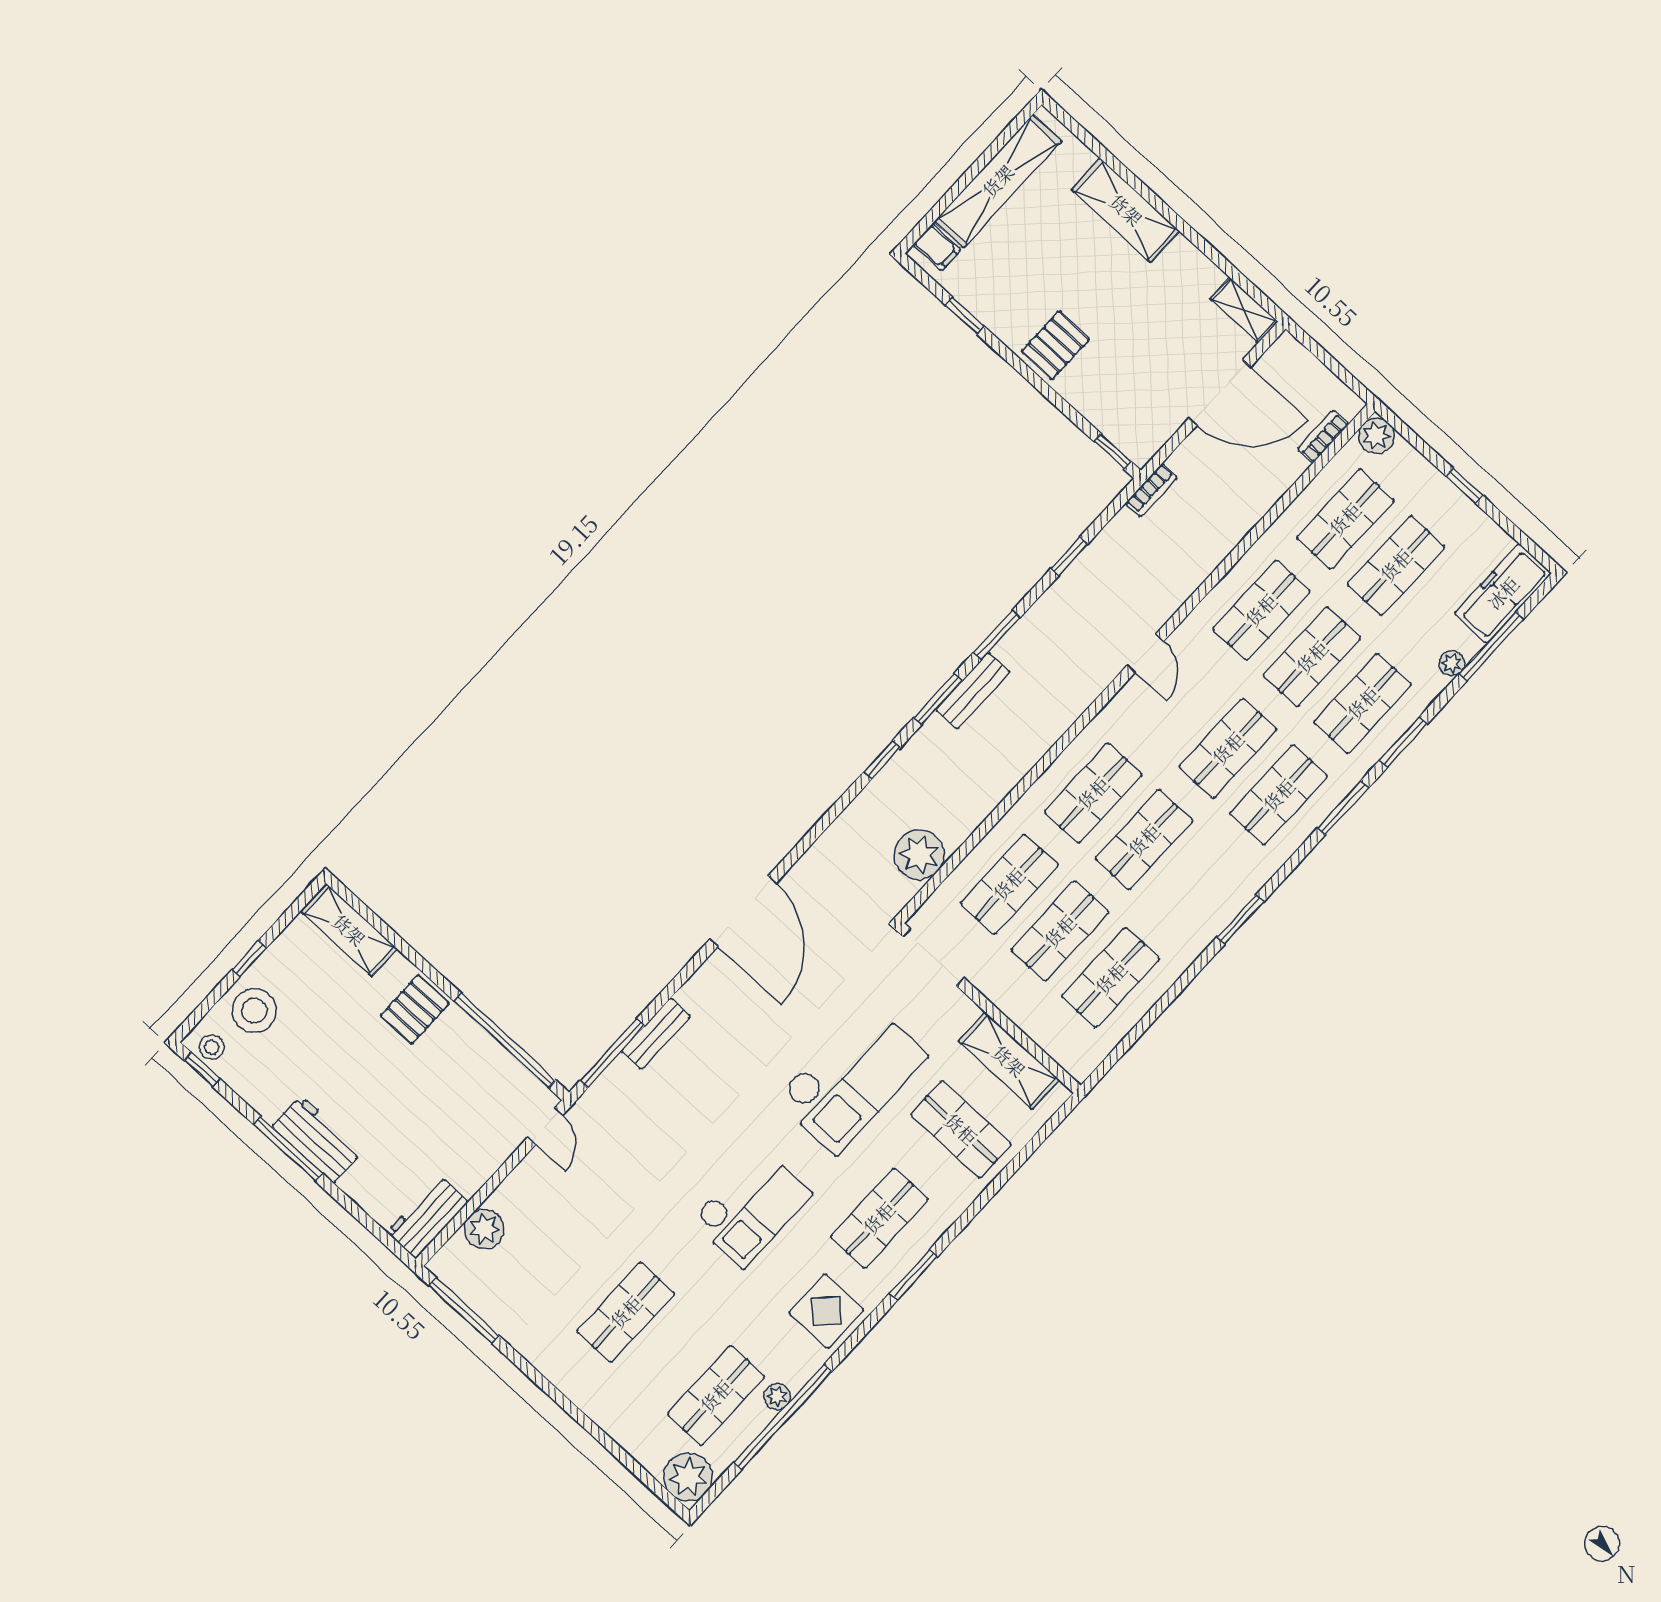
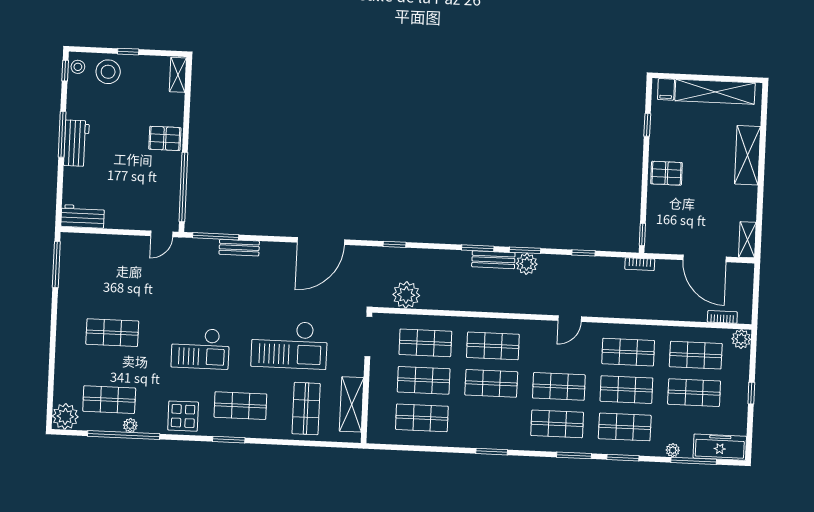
window: (882, 760) -> (394, 244), moved
shelving: (349, 930) -> (178, 75), width x0.67, depth x0.75
plant: (484, 1229) -> (527, 264), moved

